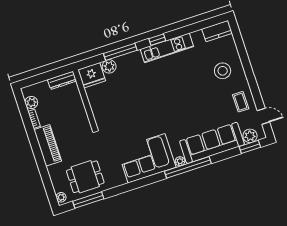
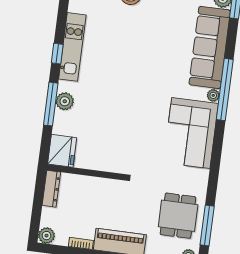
plant: (109, 66) -> (65, 101), moved
plant: (31, 102) -> (46, 236), moved

